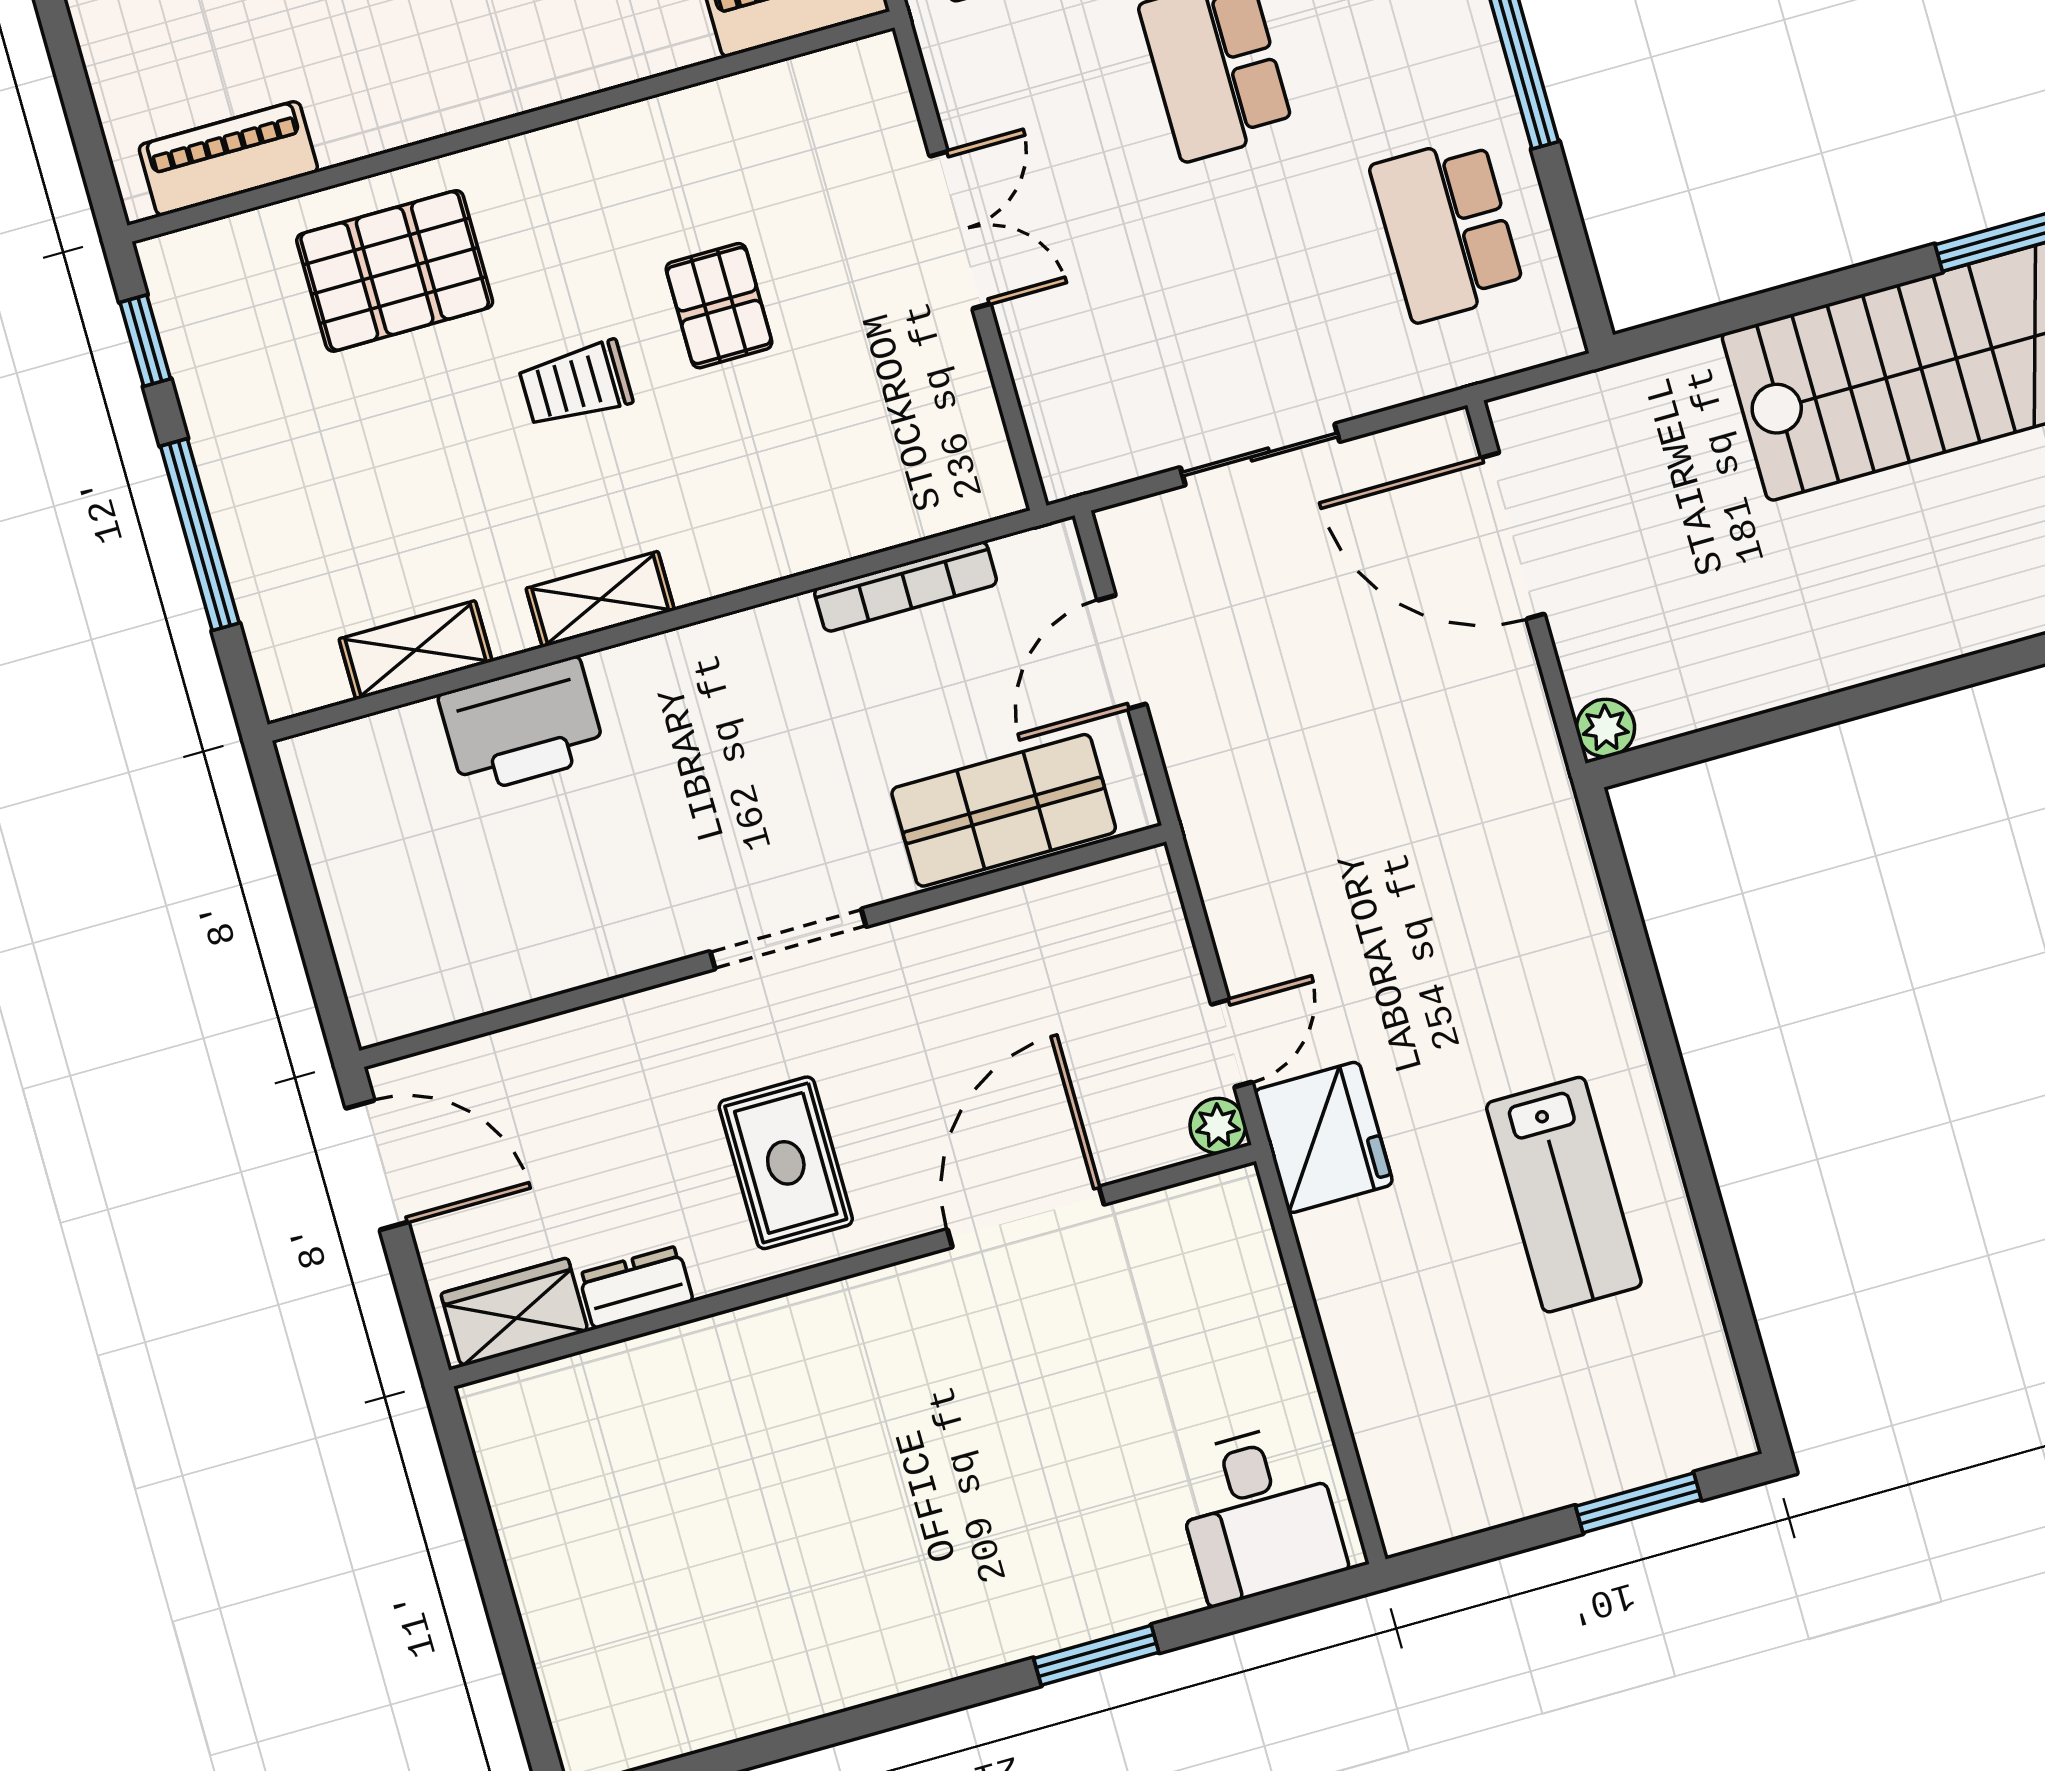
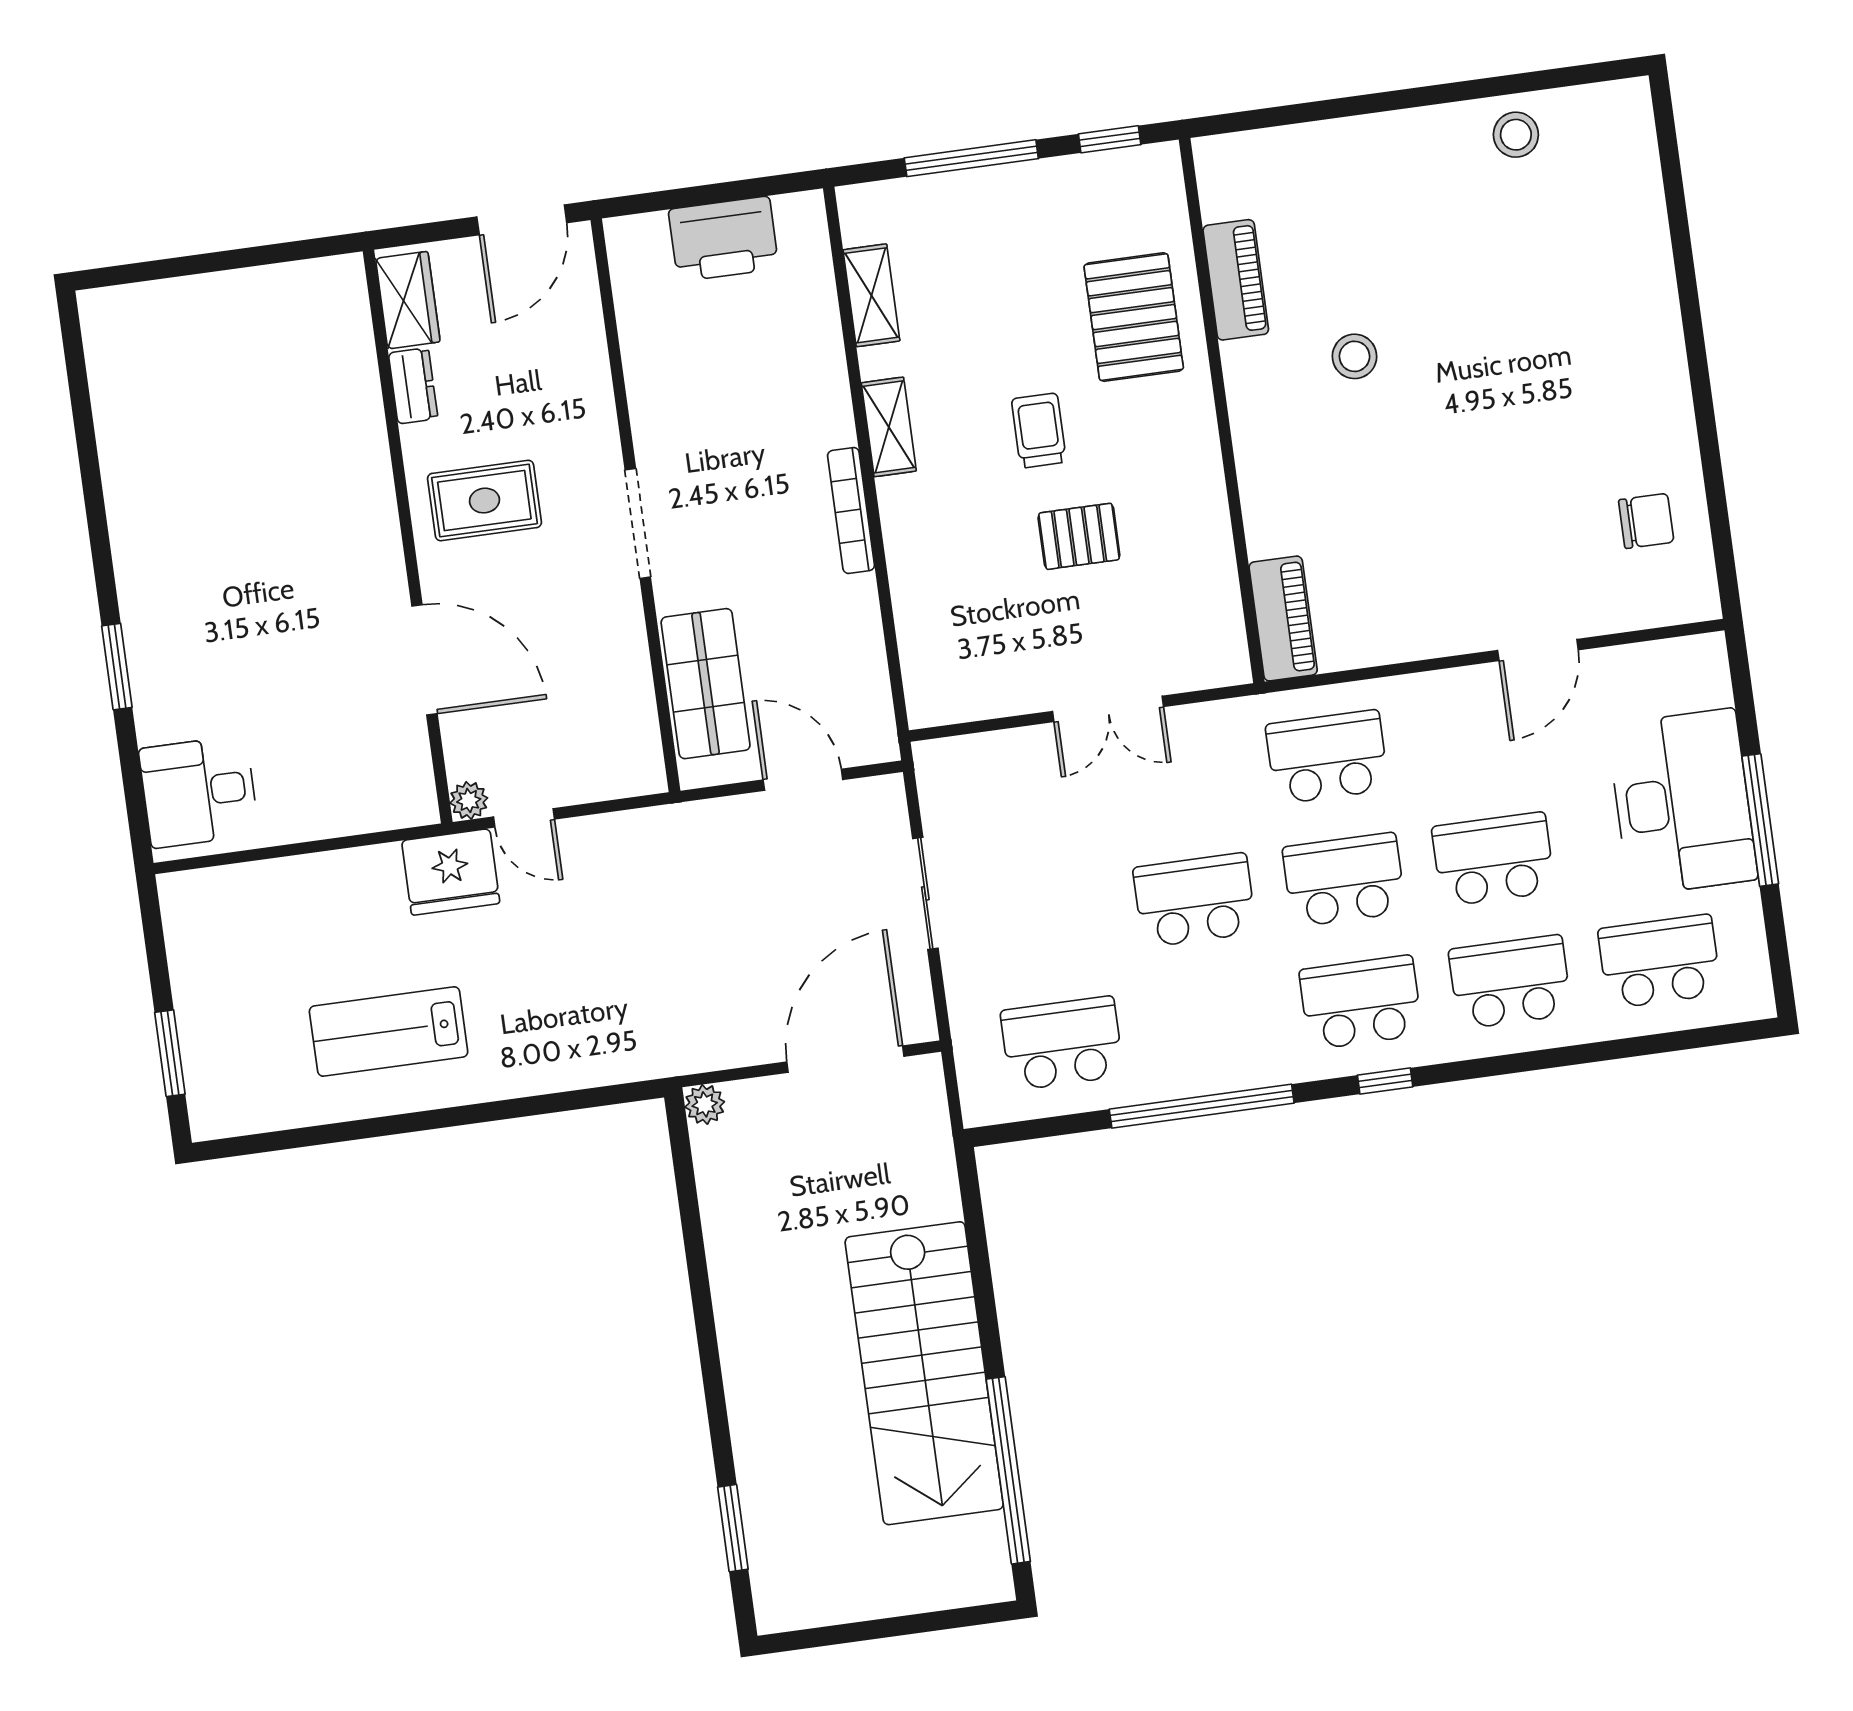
piano: (228, 158) -> (1236, 280), moved
bookcase: (906, 587) -> (851, 510), moved
printer: (522, 726) -> (724, 239), moved, turned -90

